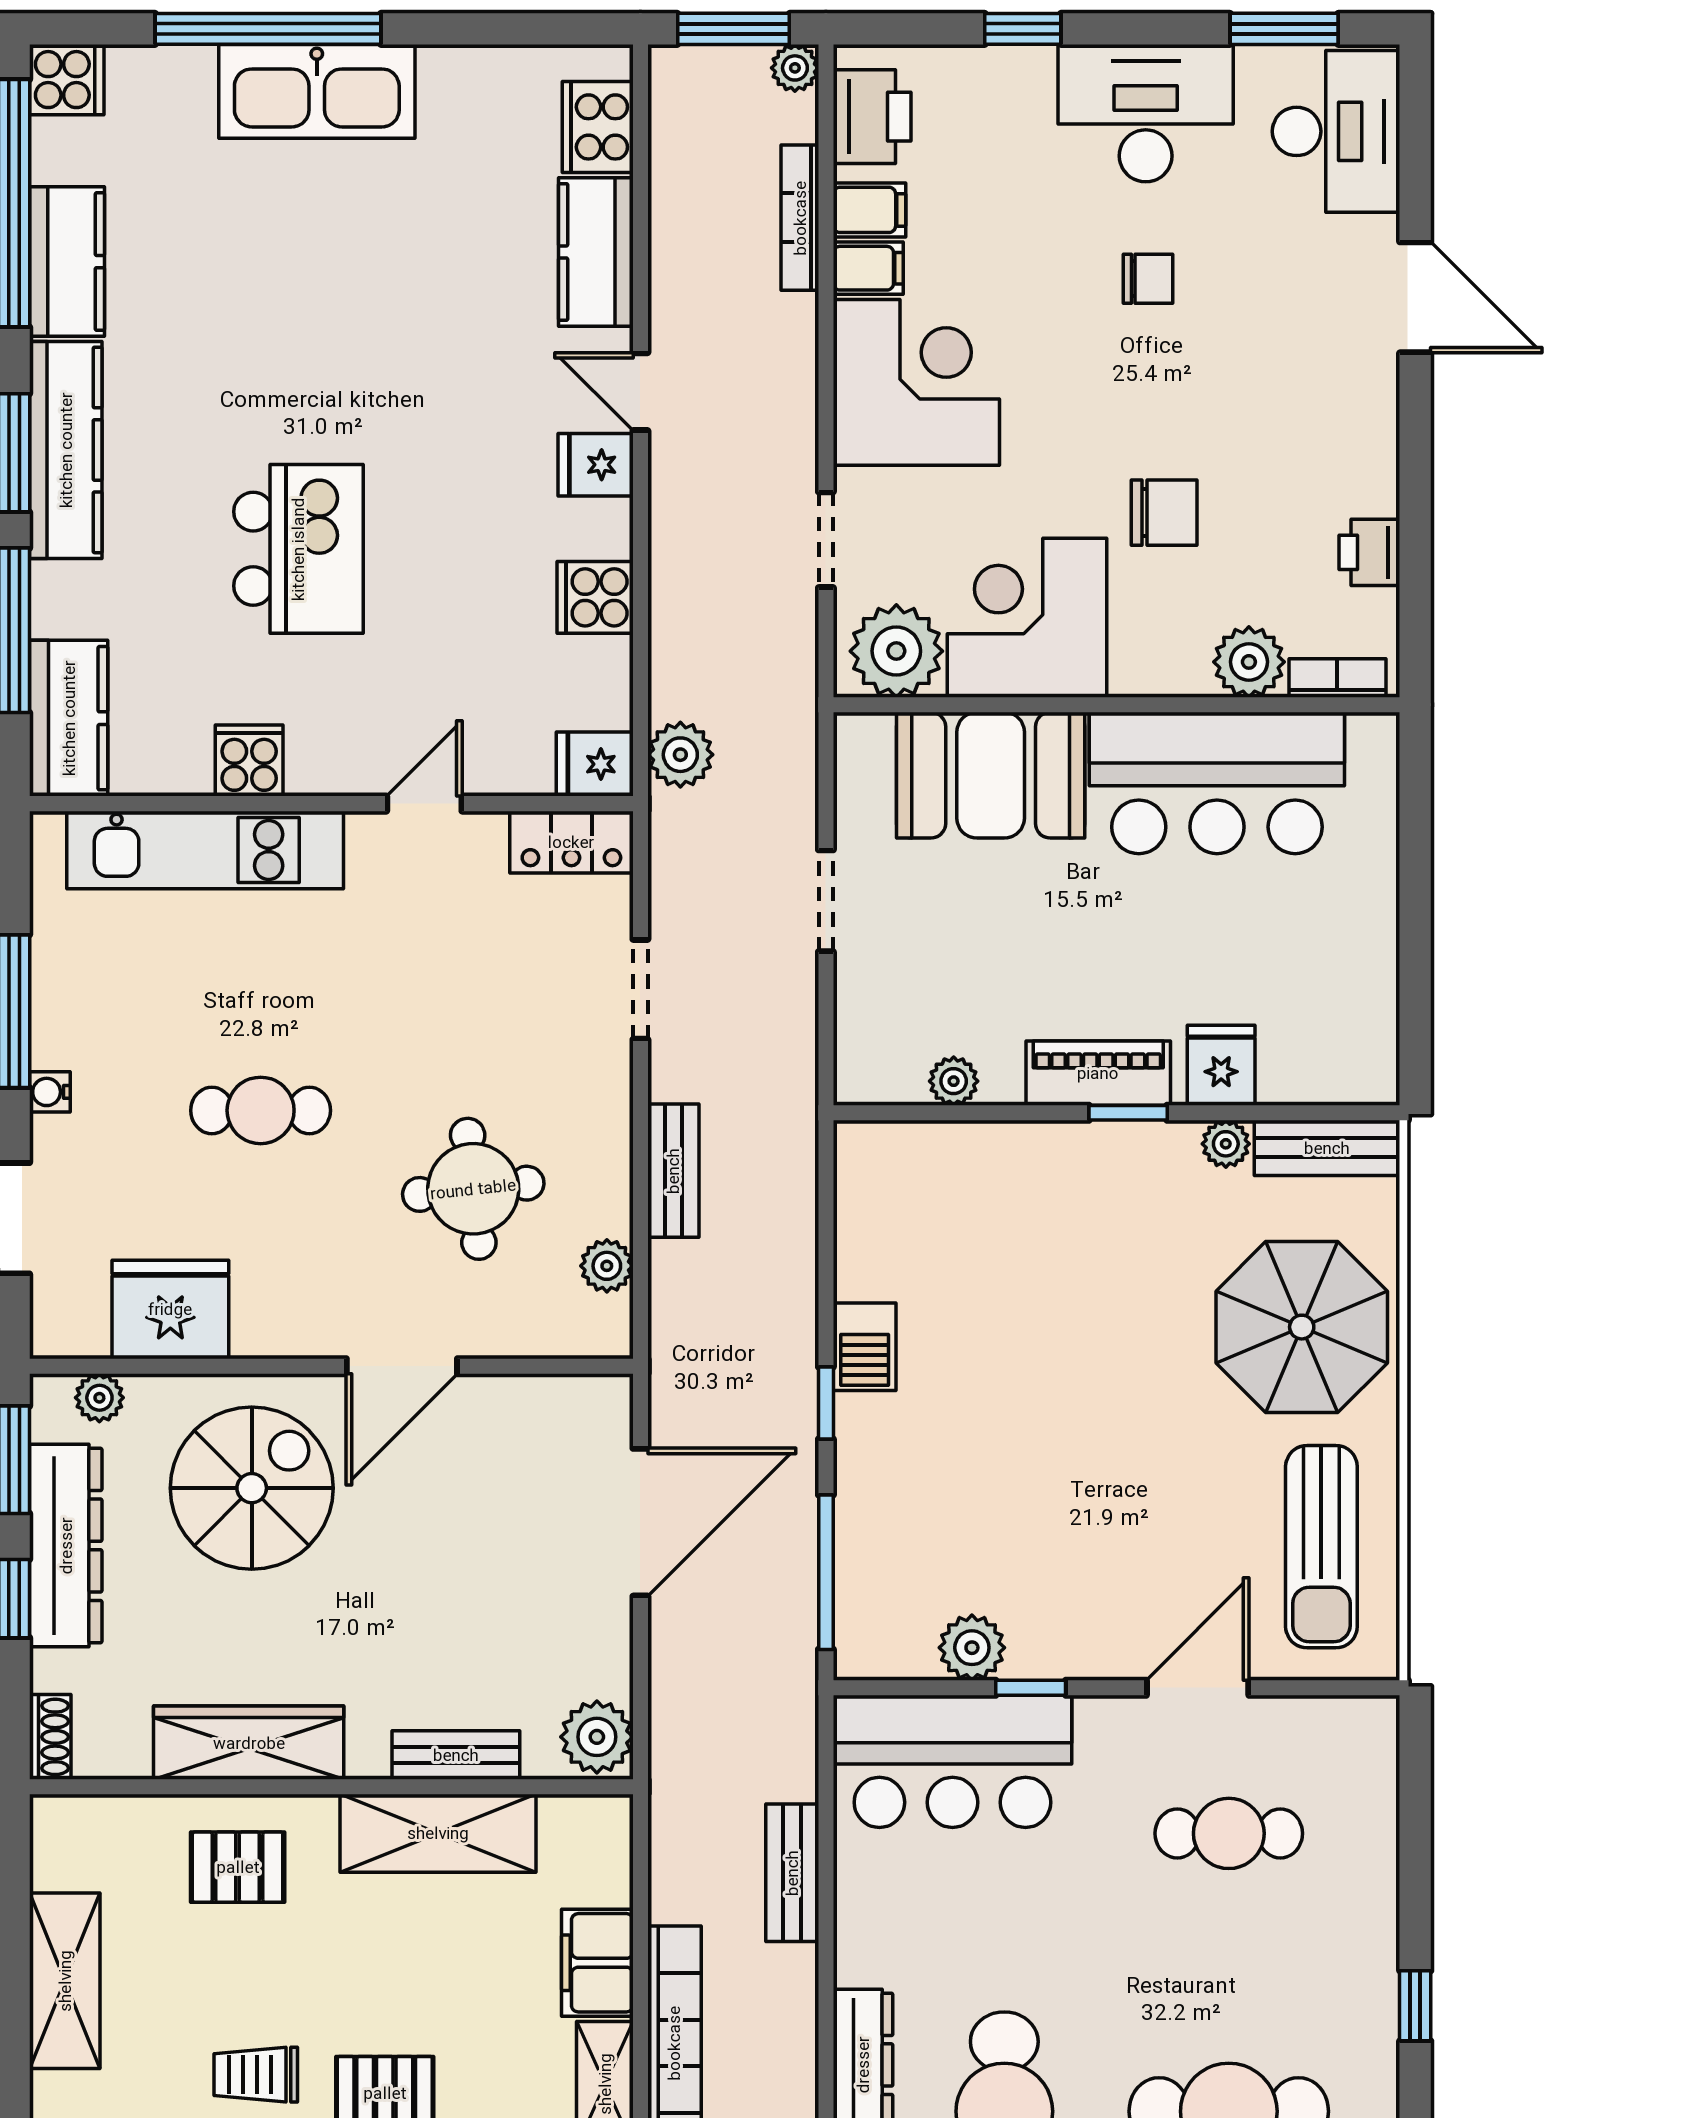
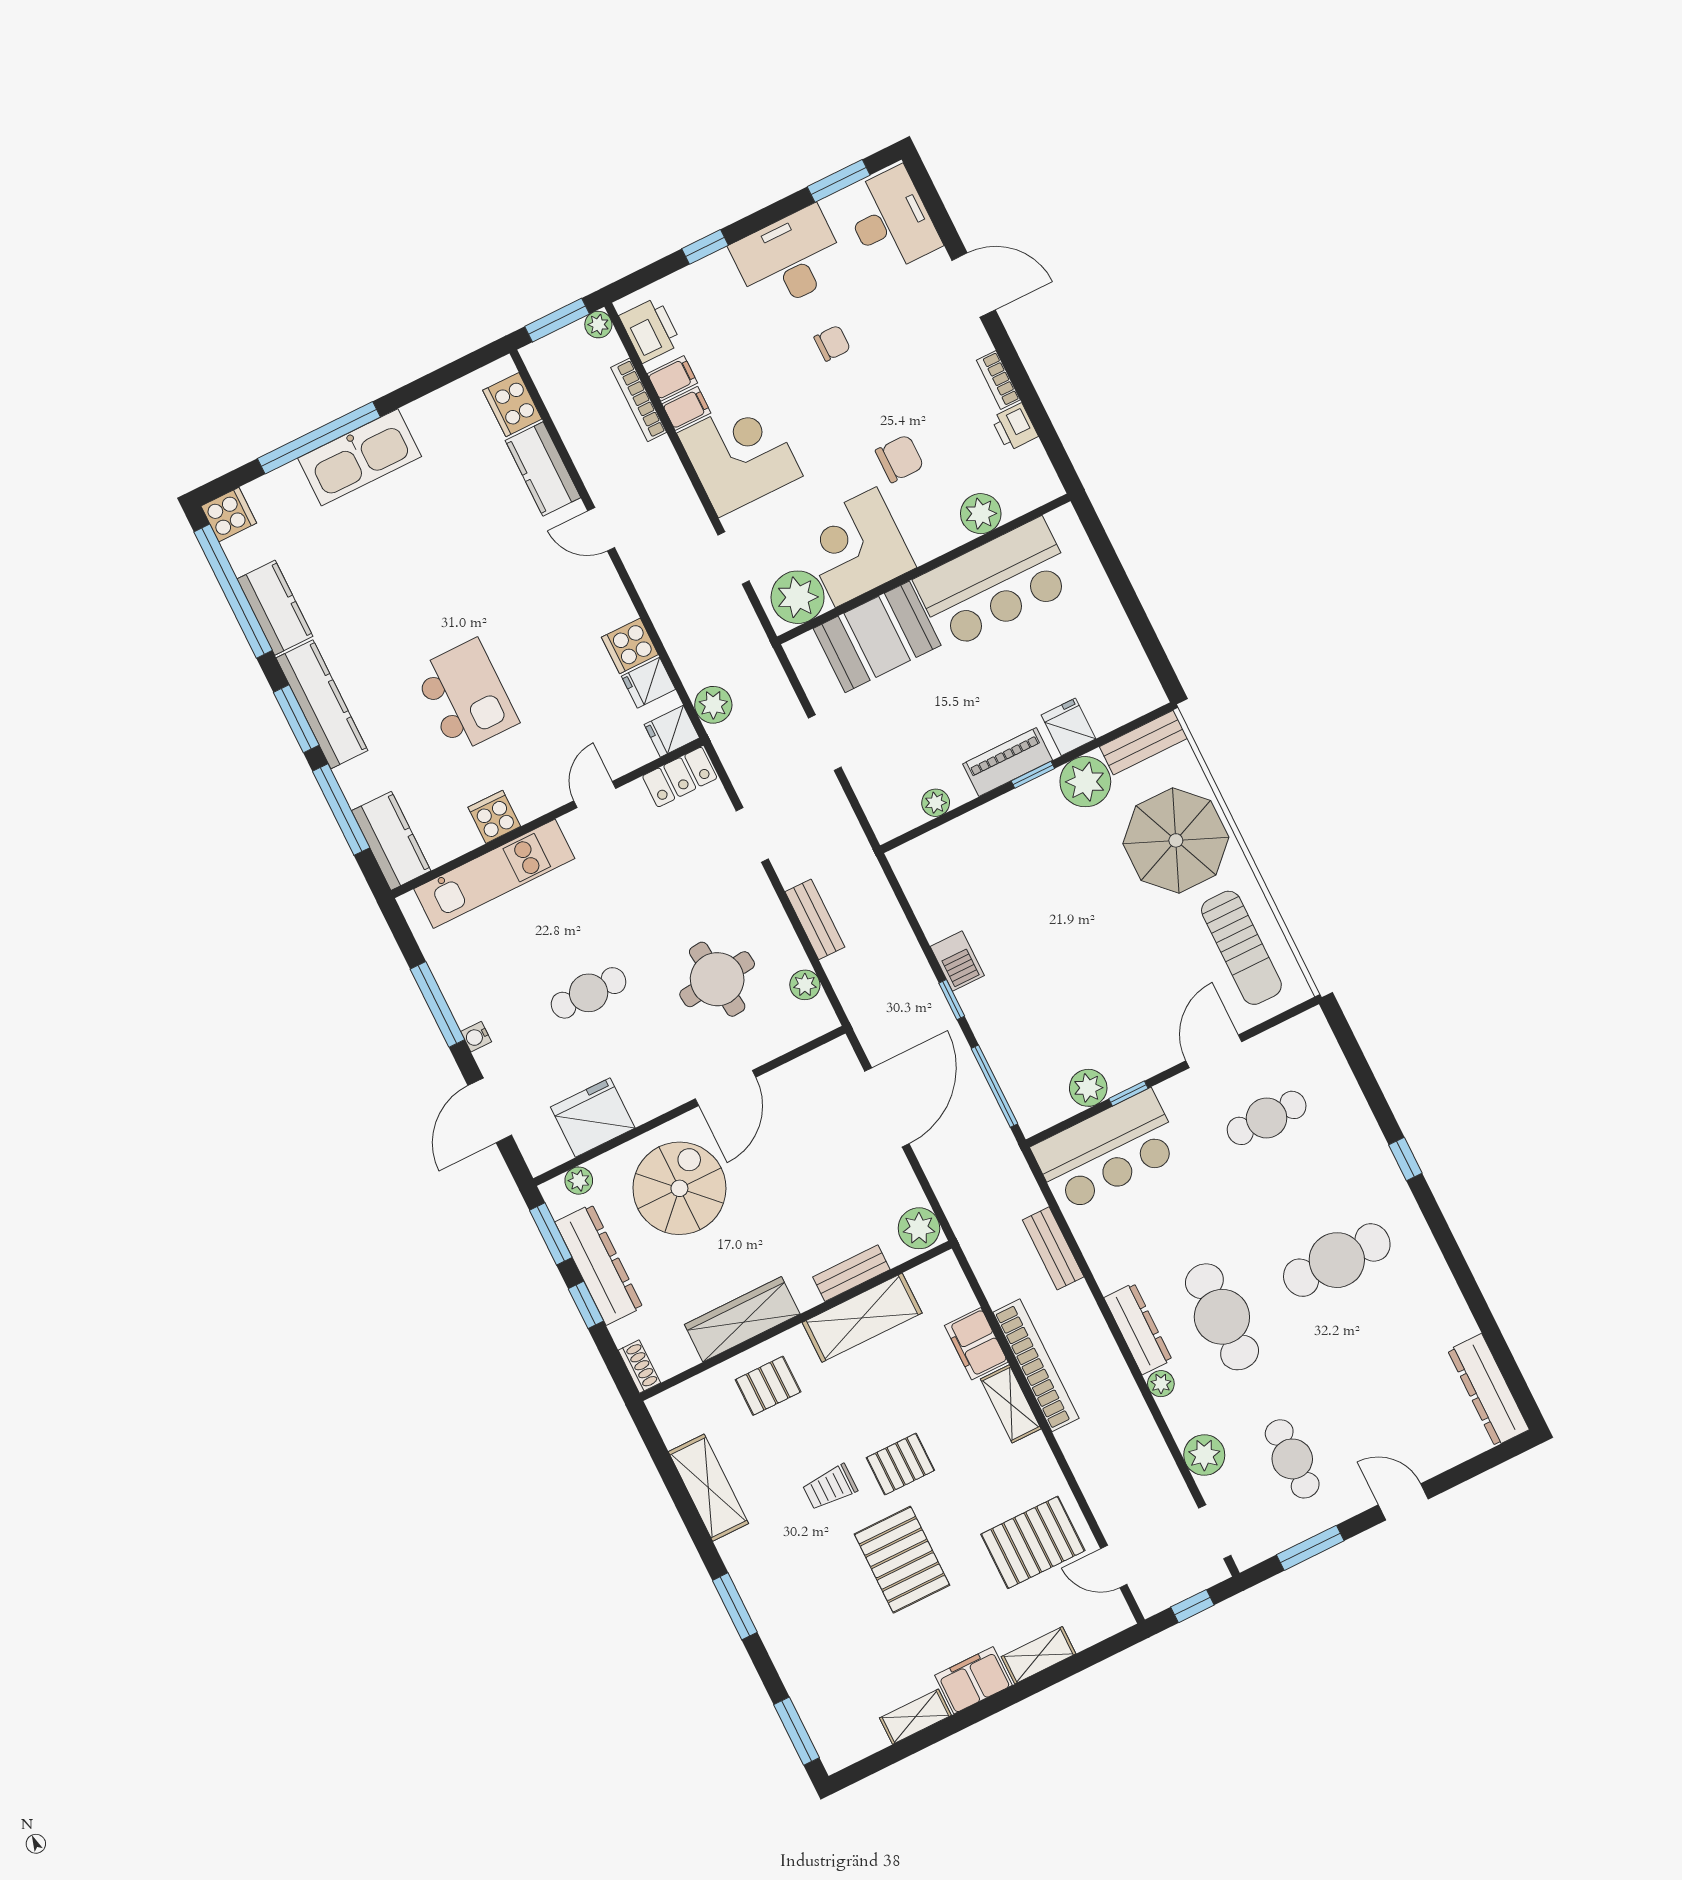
fridge: (596, 465) -> (648, 683), moved
bookcase: (1337, 678) -> (998, 380), moved, turned -90
plant: (1226, 1144) -> (1085, 782), width x1.87, depth x1.87

